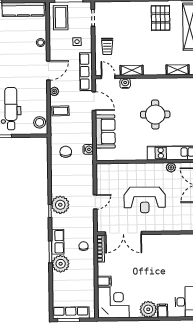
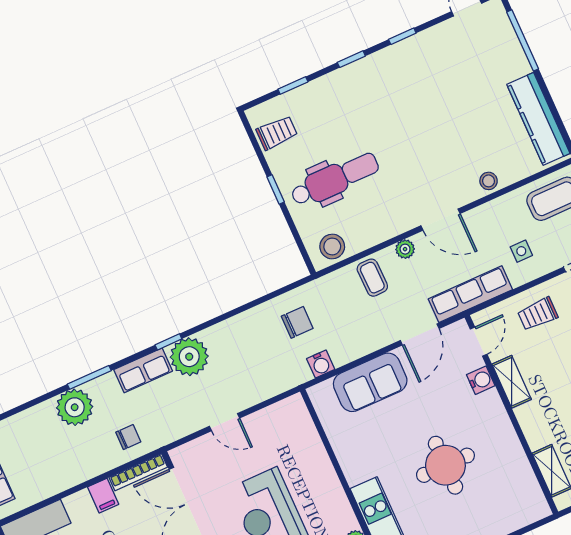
row of seats: (58, 242) -> (143, 370), moved
filing cabinet: (104, 281) -> (103, 496), moved

